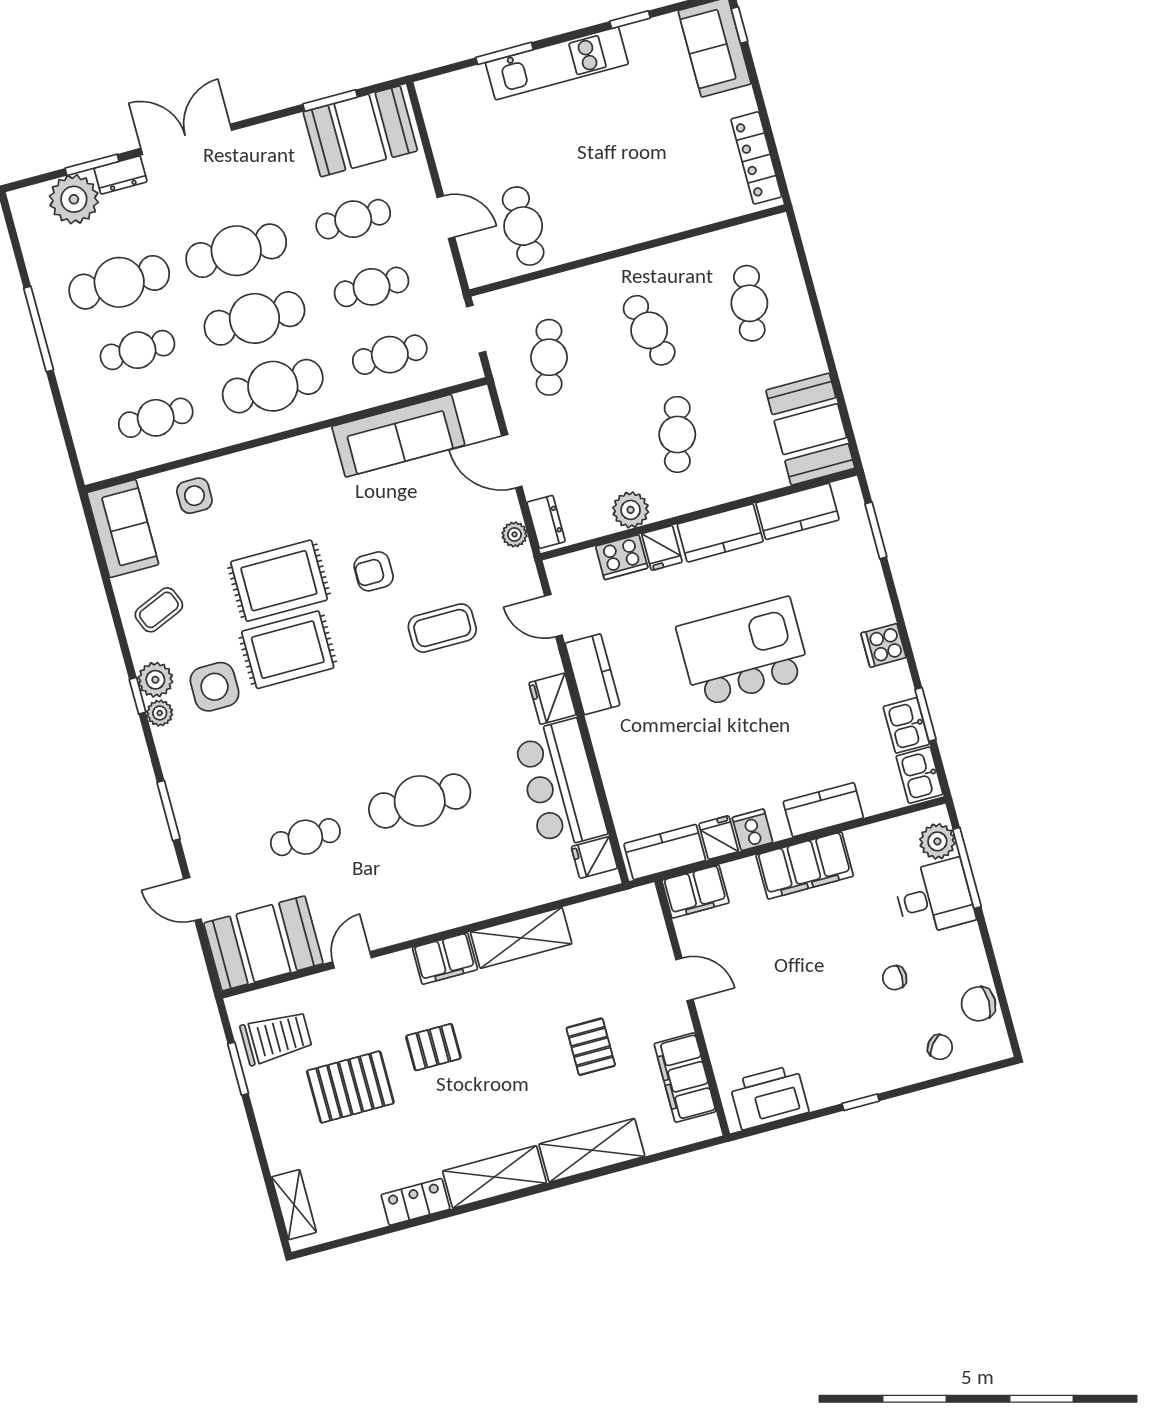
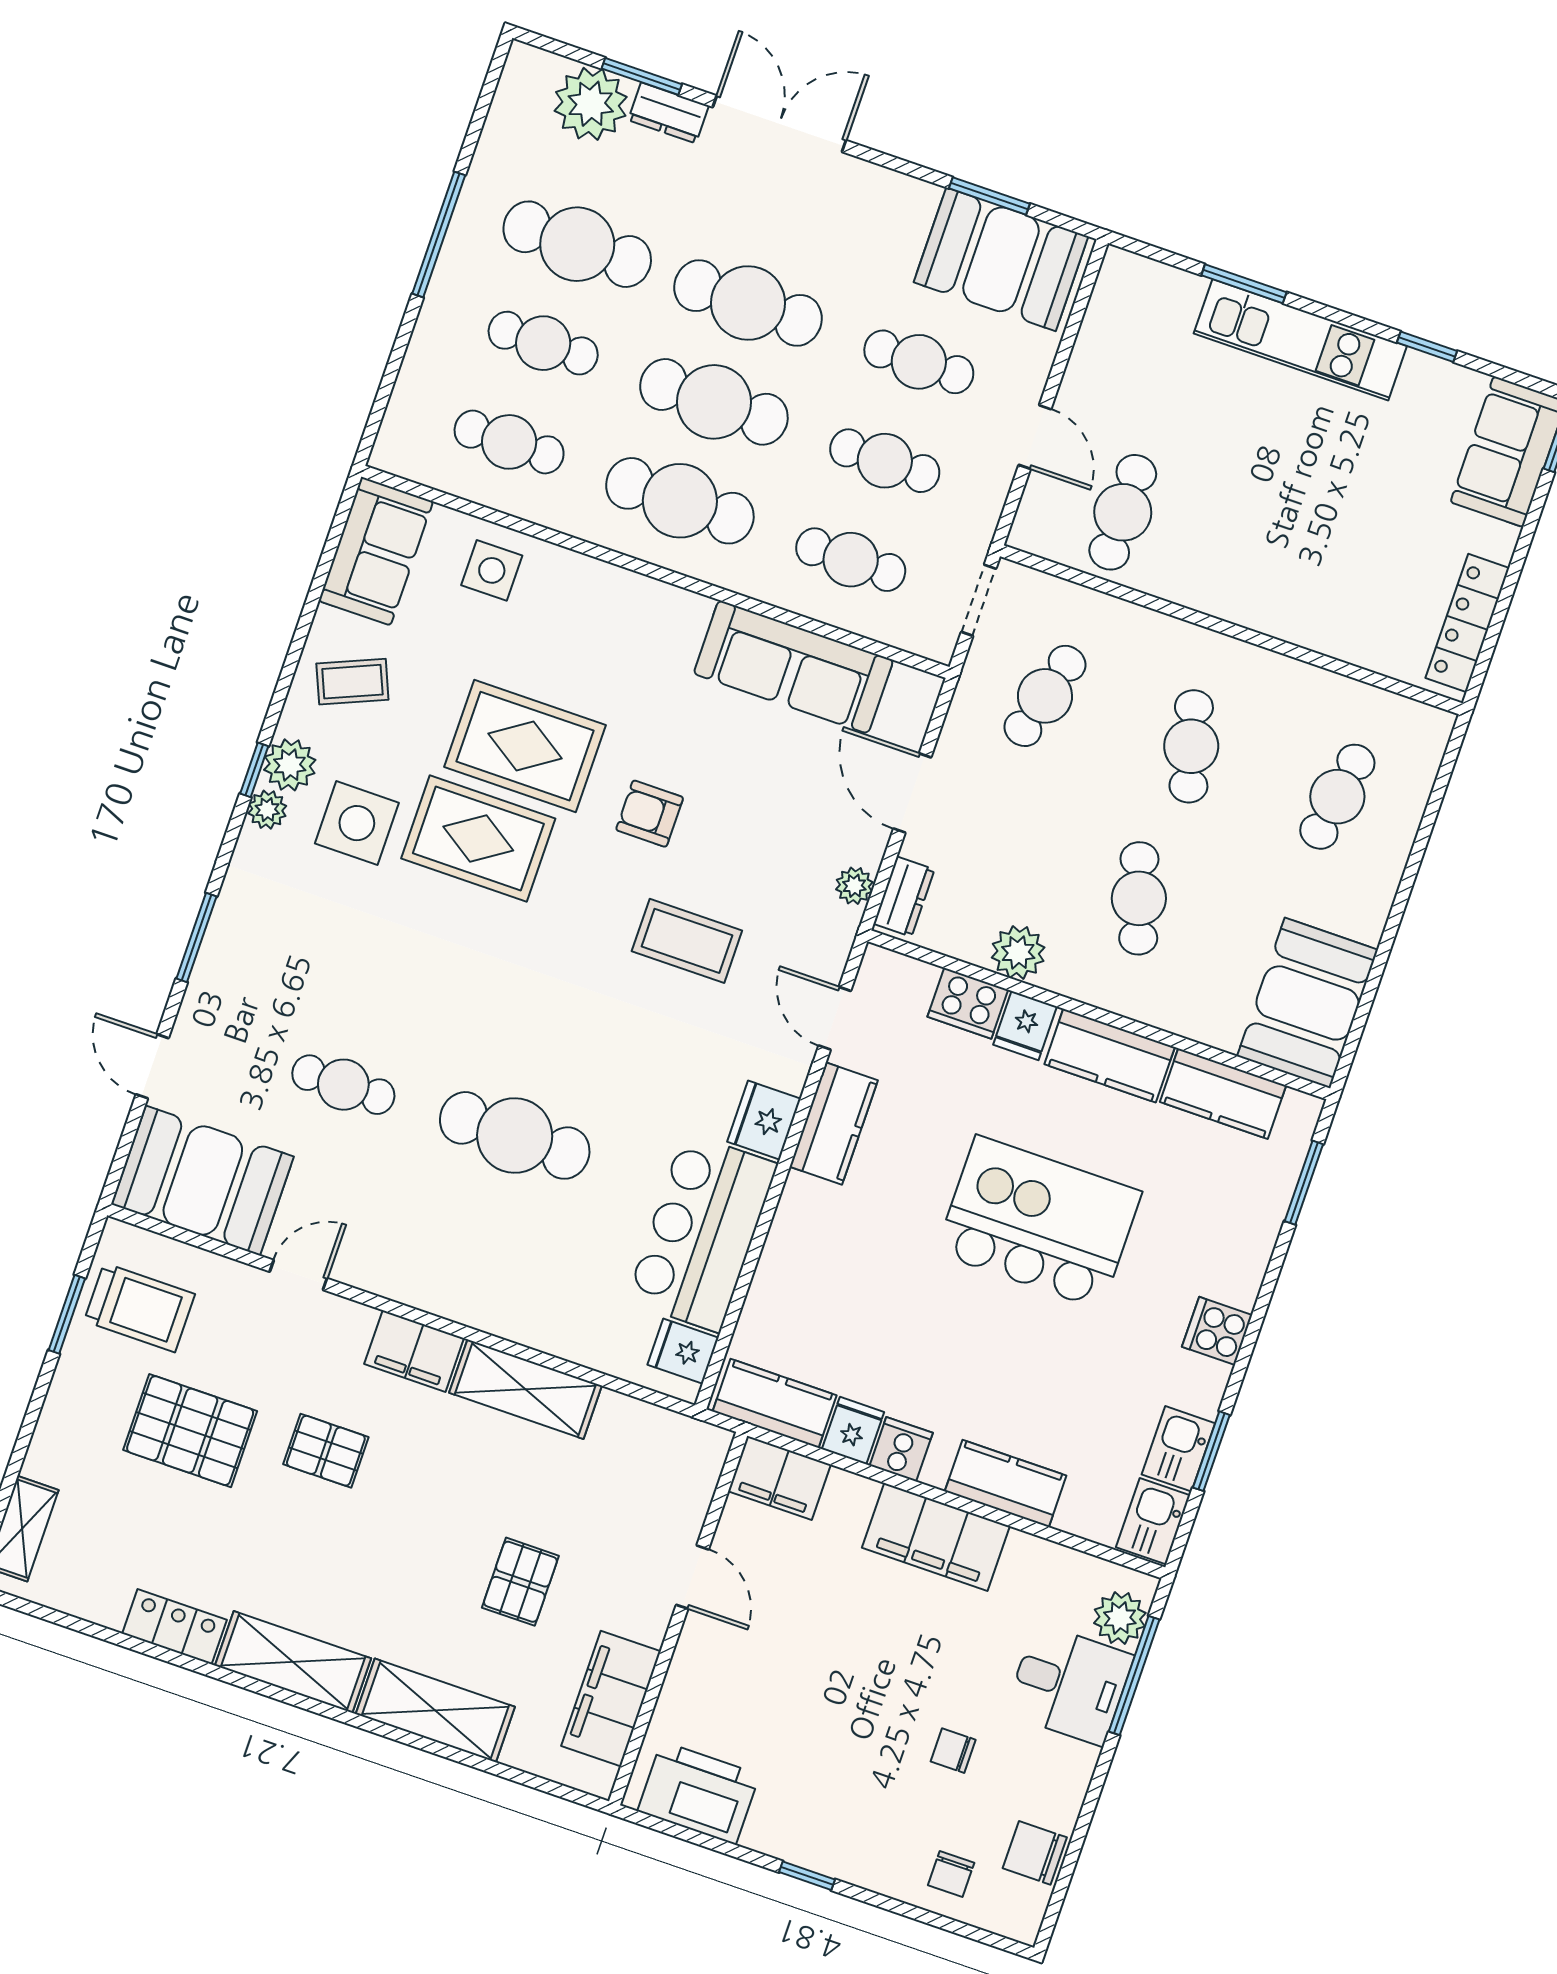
cafe table: (677, 434) -> (1139, 898), turned -33
chair: (940, 1047) -> (951, 1874), turned 51

